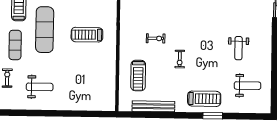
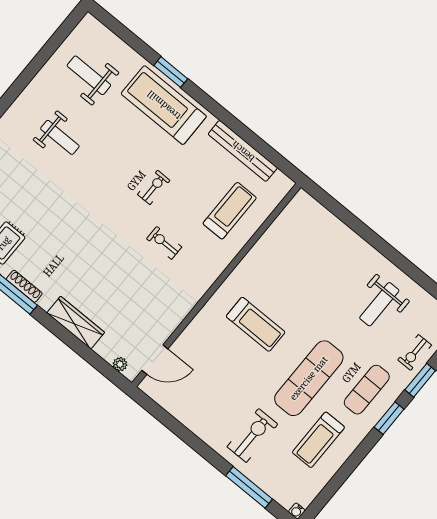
weight bench: (238, 48) -> (60, 137), turned 90
weight bench: (40, 87) -> (379, 304), turned -90
treadmill: (204, 99) -> (164, 105), width x1.37, depth x1.38

